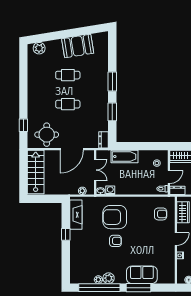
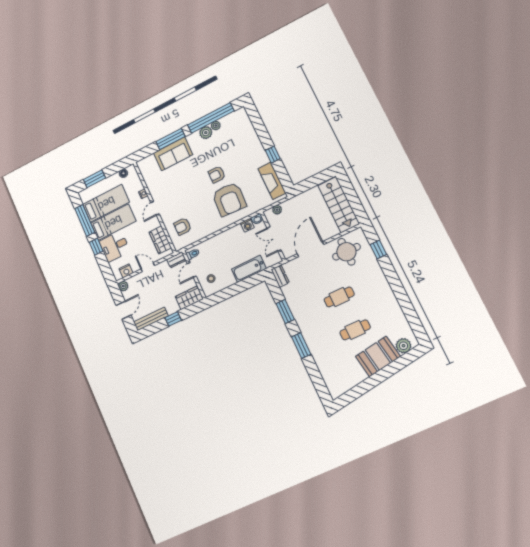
booth: (78, 46) -> (378, 356), moved
armchair: (115, 217) -> (229, 199), turned 93

